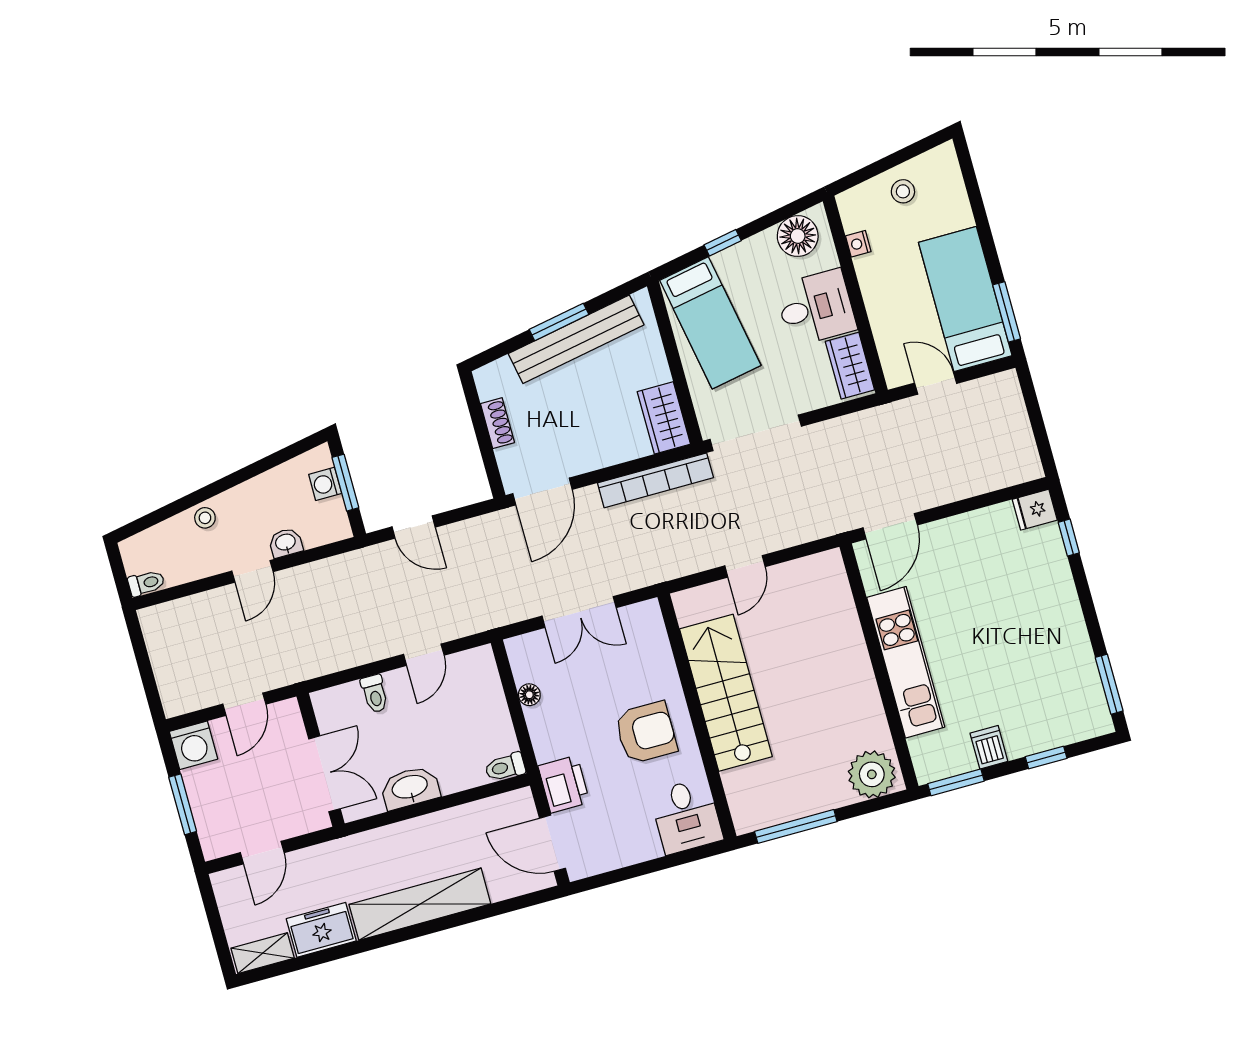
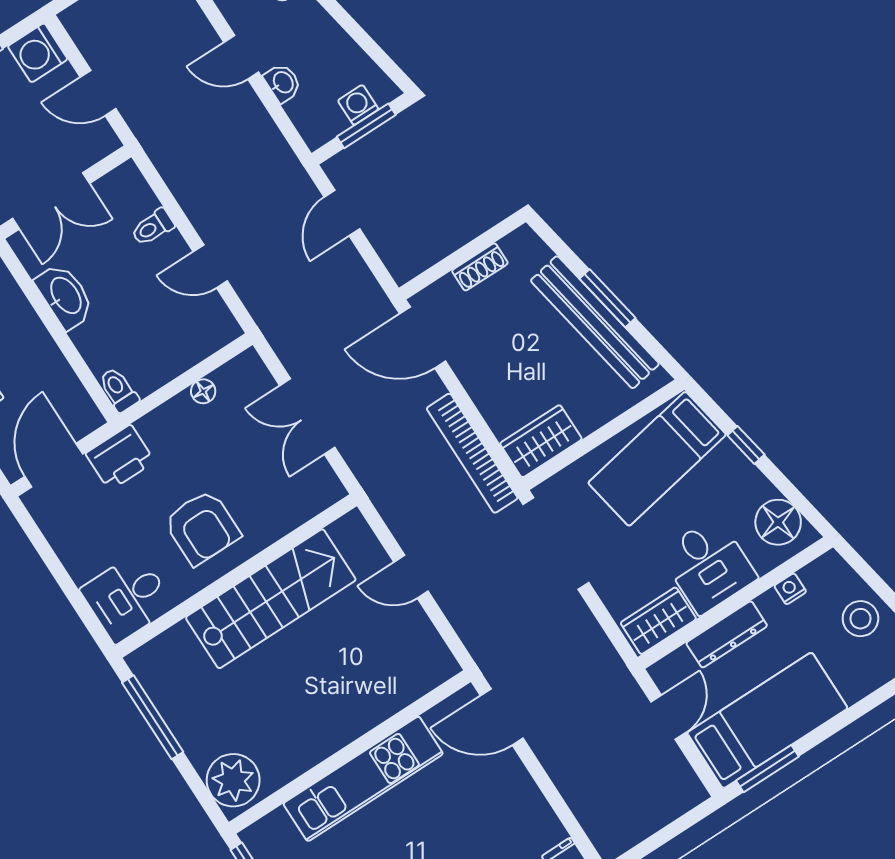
stool: (903, 191) -> (860, 619), width x1.37, depth x1.37
dresser: (880, 311) -> (727, 634), added

